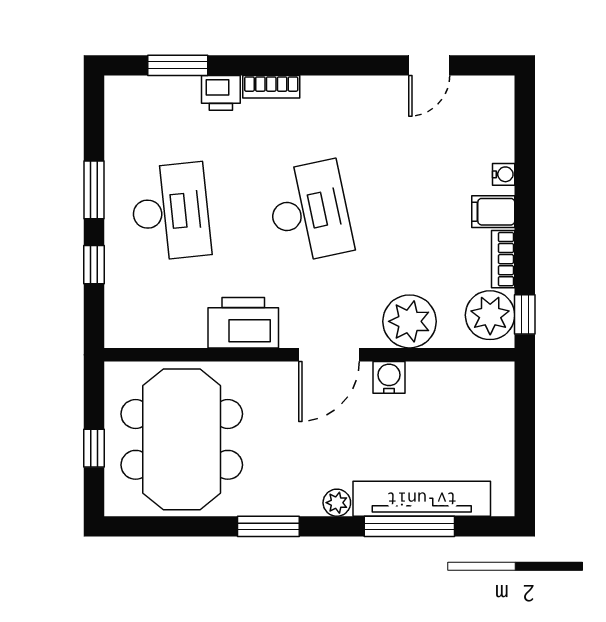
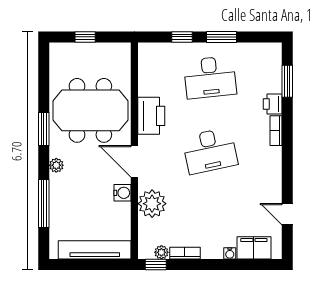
filing cabinet: (493, 212) -> (254, 248), moved, width x2.00
plant: (490, 315) -> (161, 252), width x0.53, depth x0.53
meeting table: (182, 439) -> (90, 110), moved
tv unit: (422, 499) -> (95, 250), moved, turned -90

